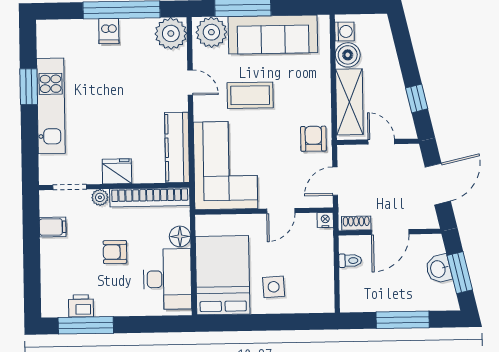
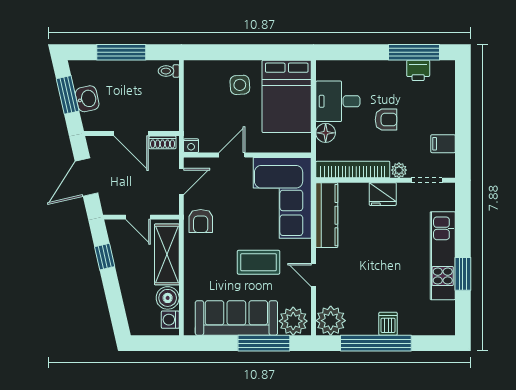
door: (390, 232) -> (131, 134), swing flipped
toilet: (350, 261) -> (169, 71), moved
desk: (167, 279) -> (338, 101), width x0.73

